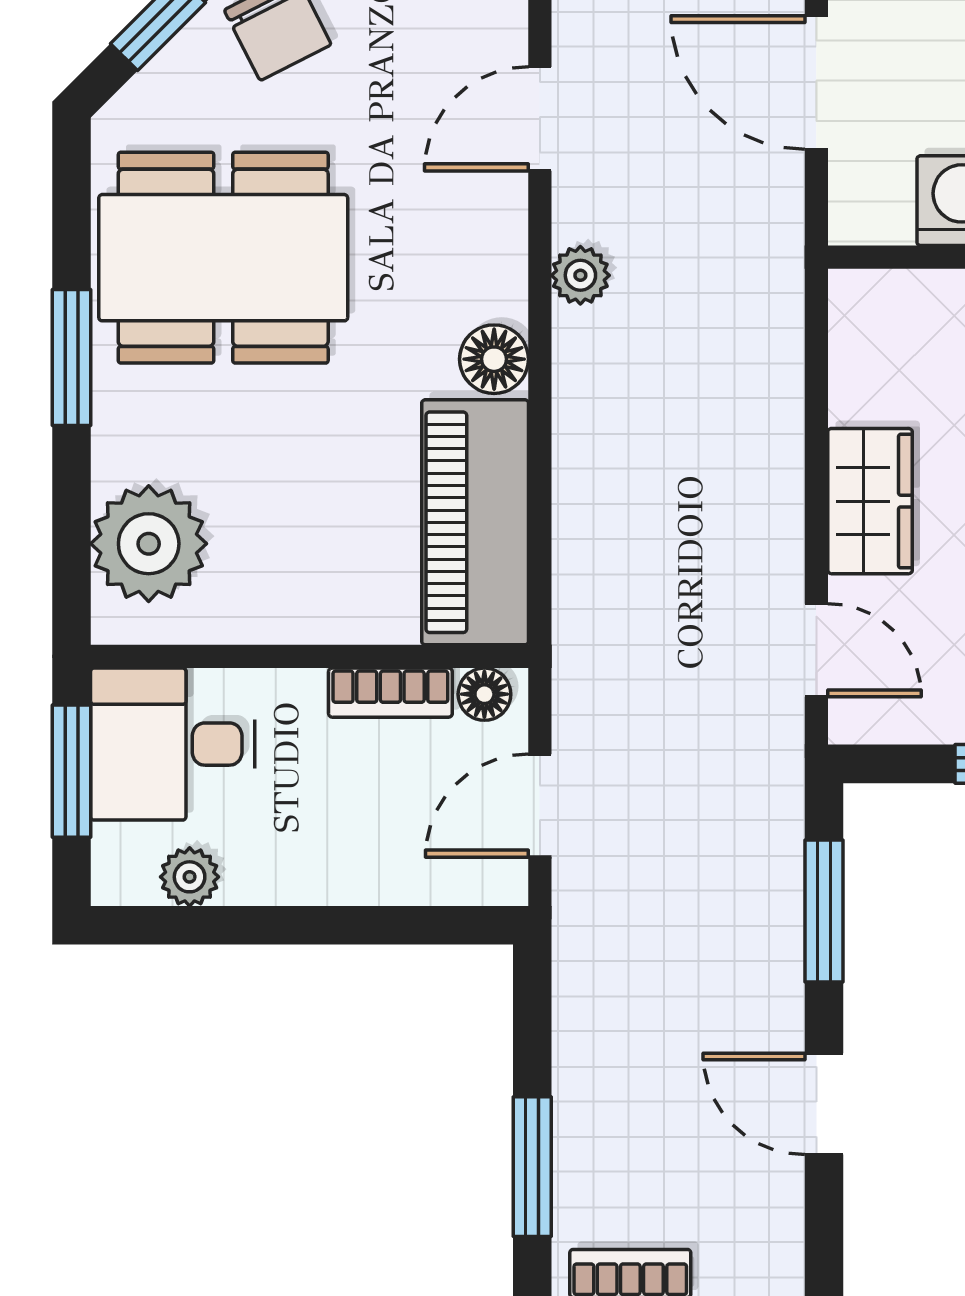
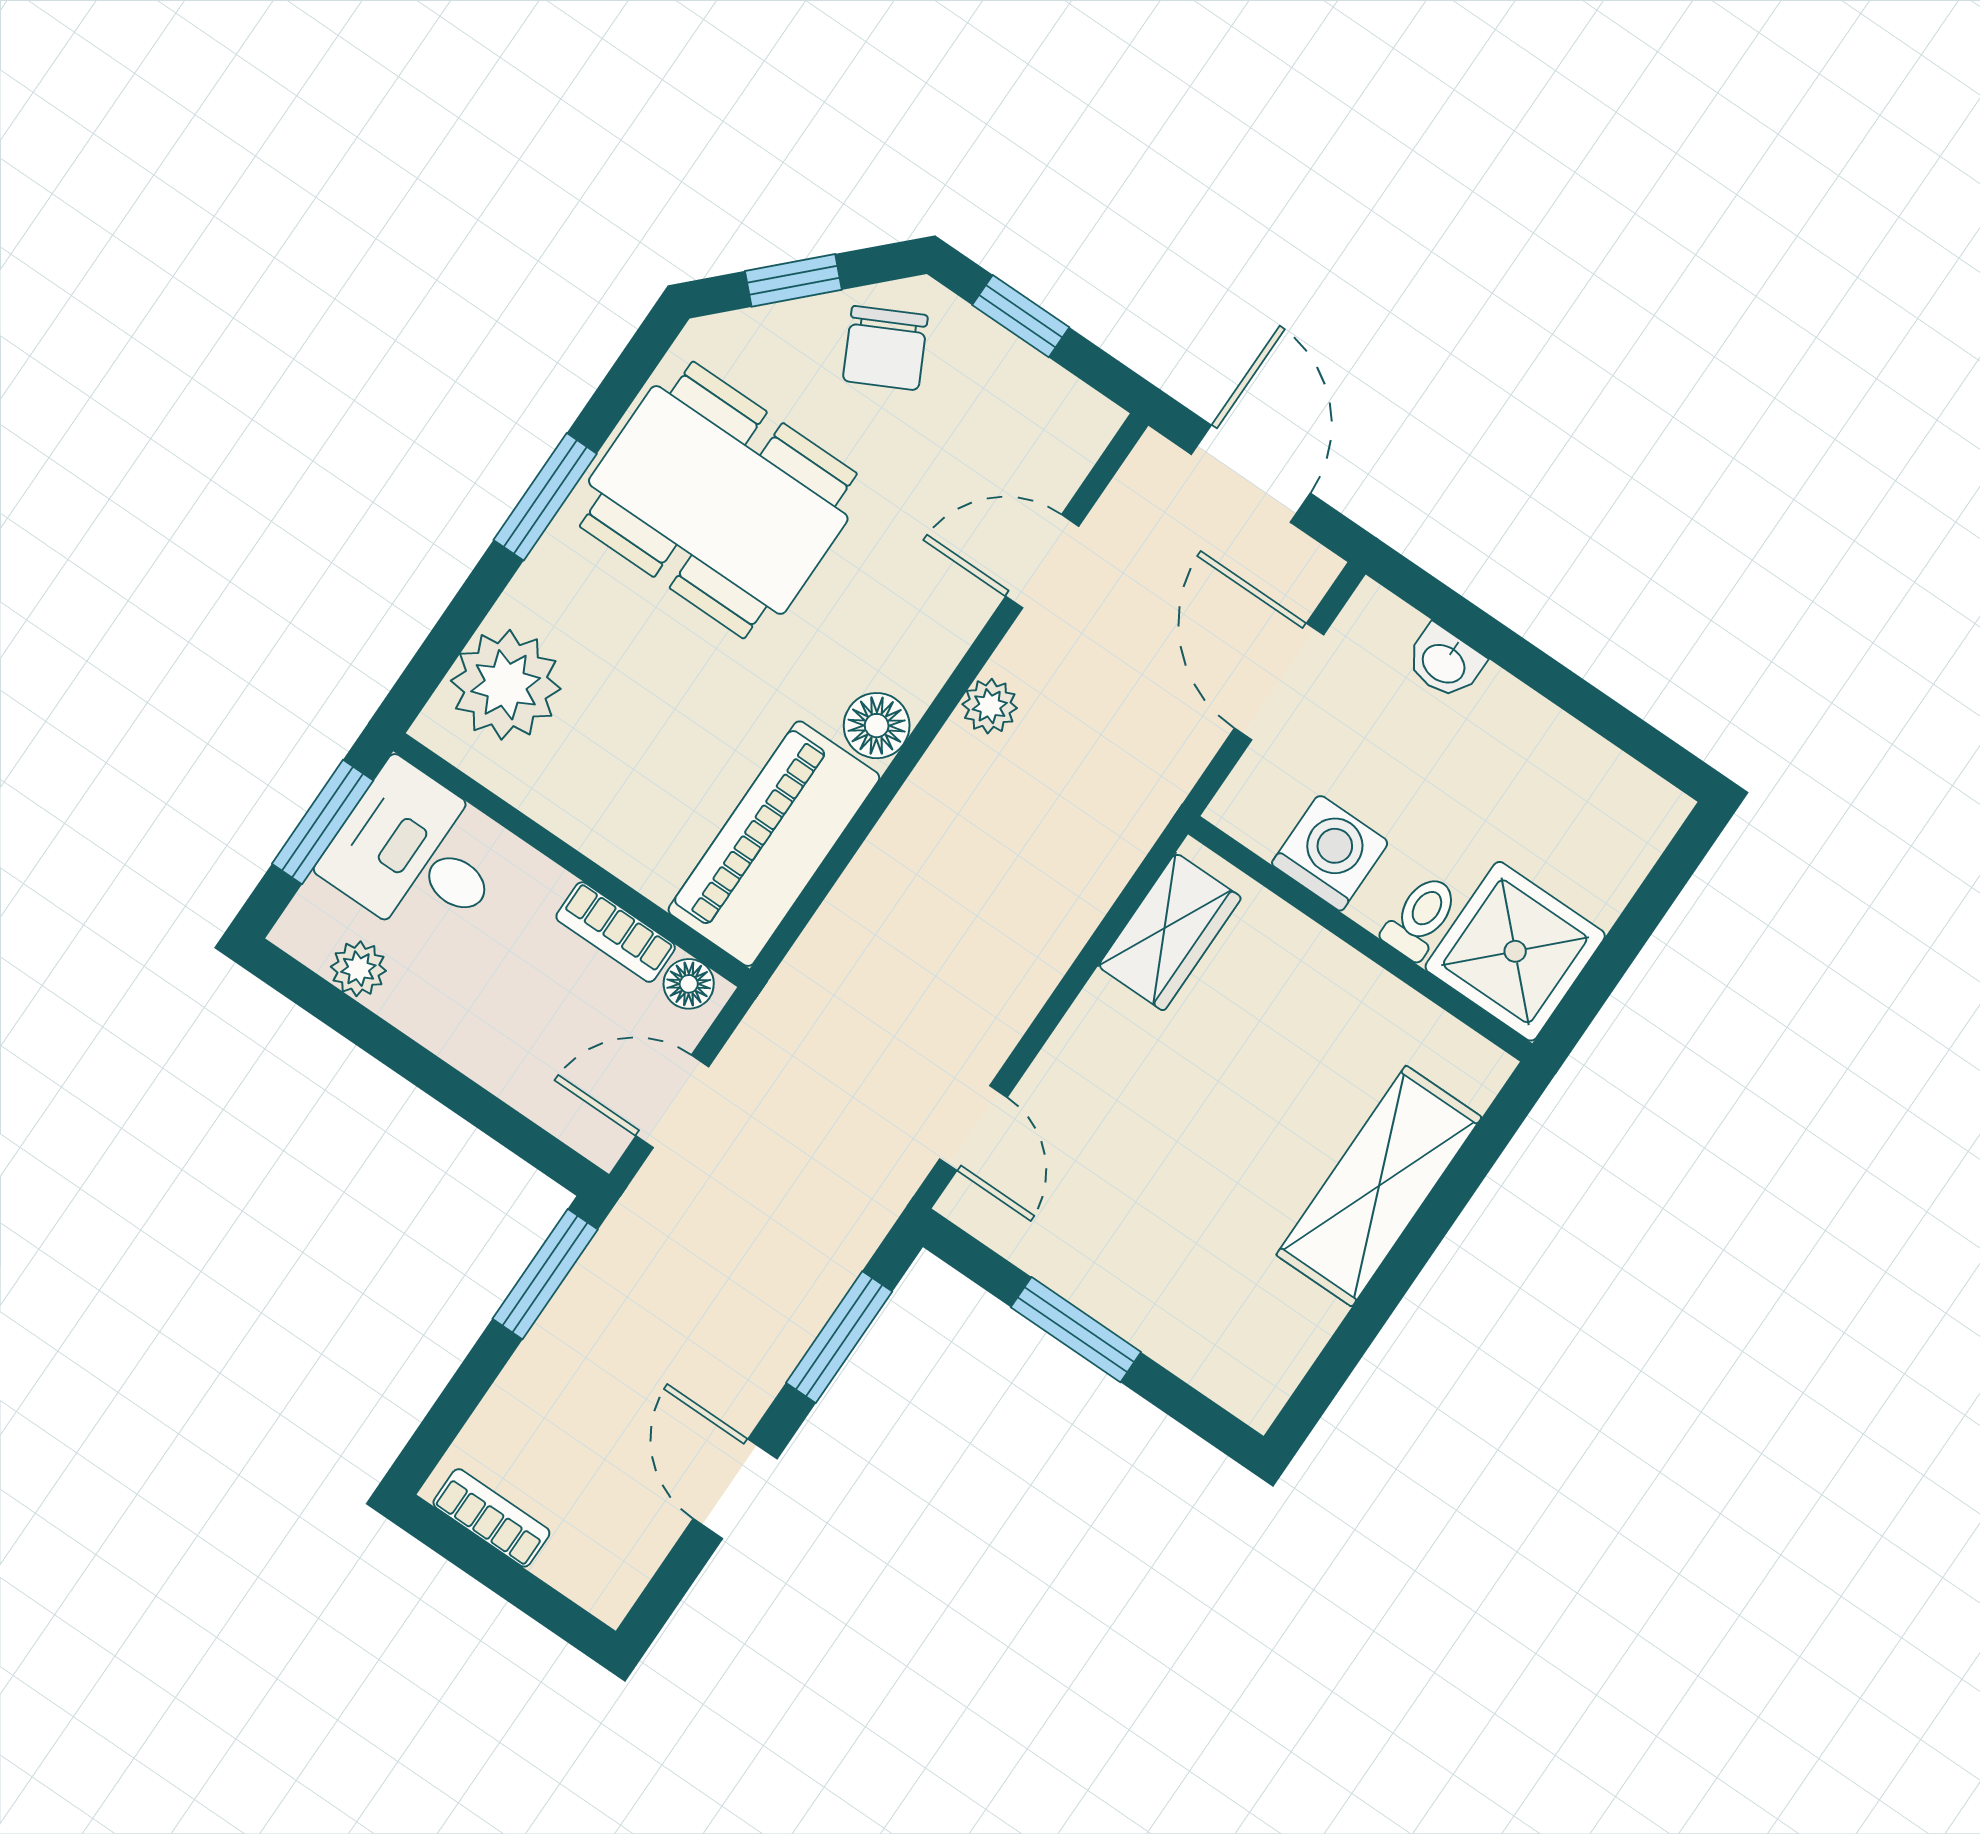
wardrobe: (870, 501) -> (1170, 932), moved
window: (532, 1167) -> (545, 1274), moved

